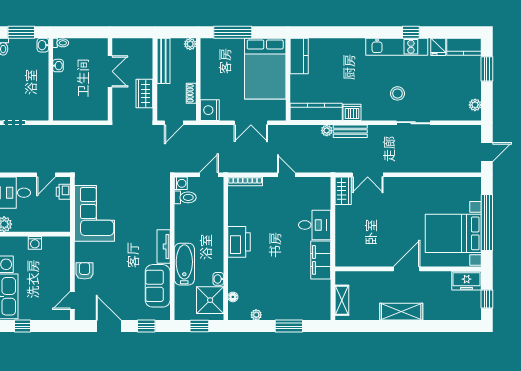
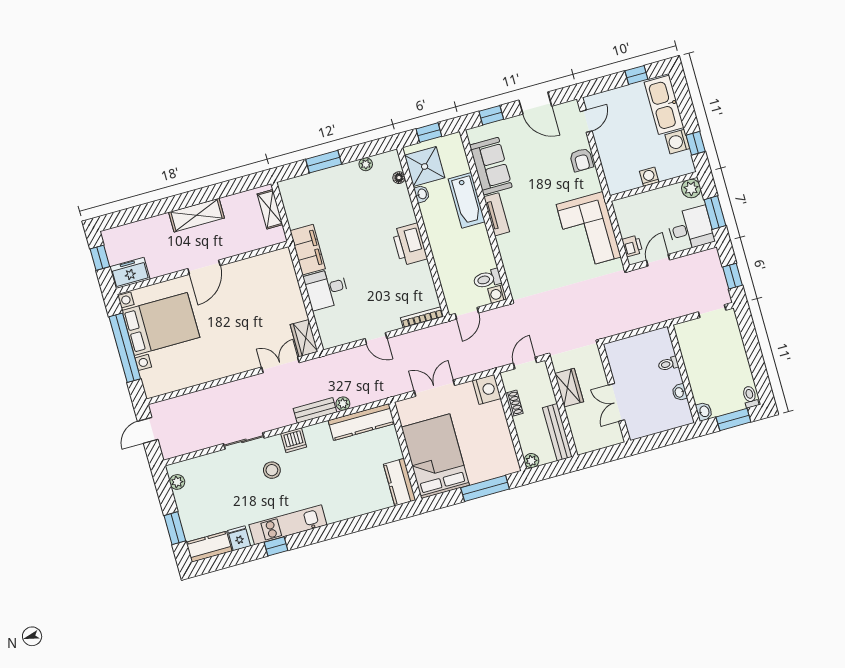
toilet: (61, 43) -> (668, 364), moved
dishwasher: (352, 112) -> (294, 440), moved

